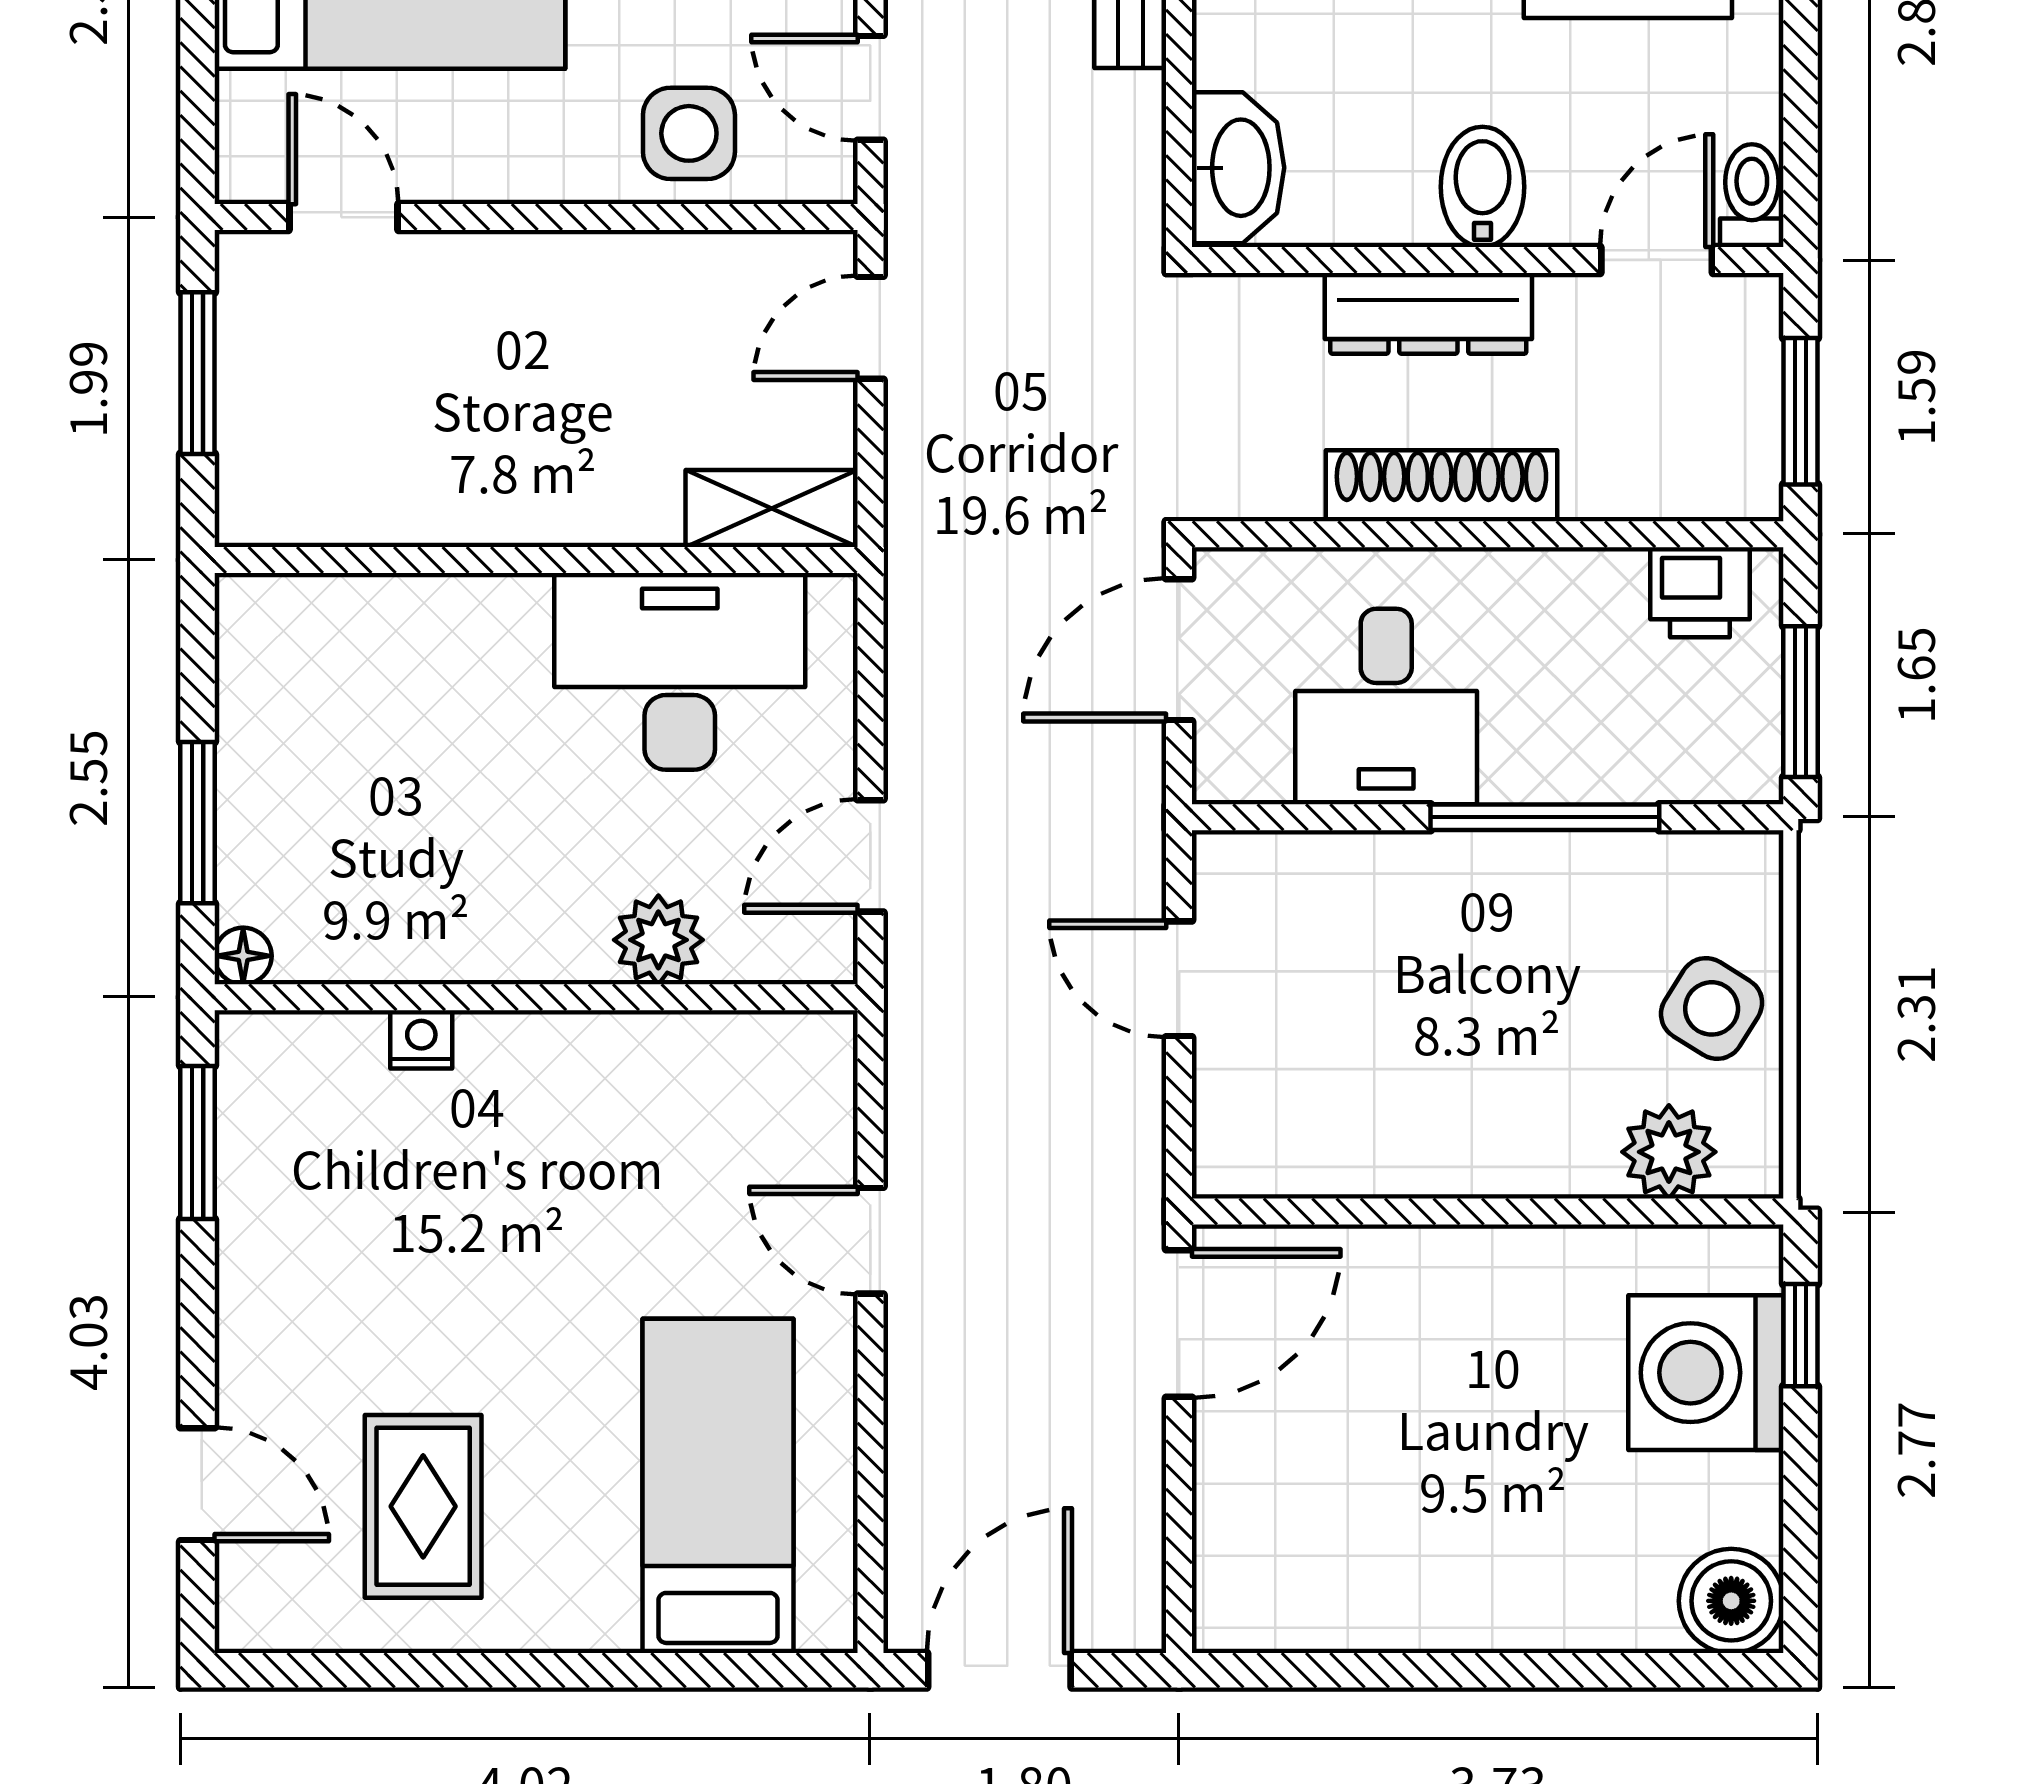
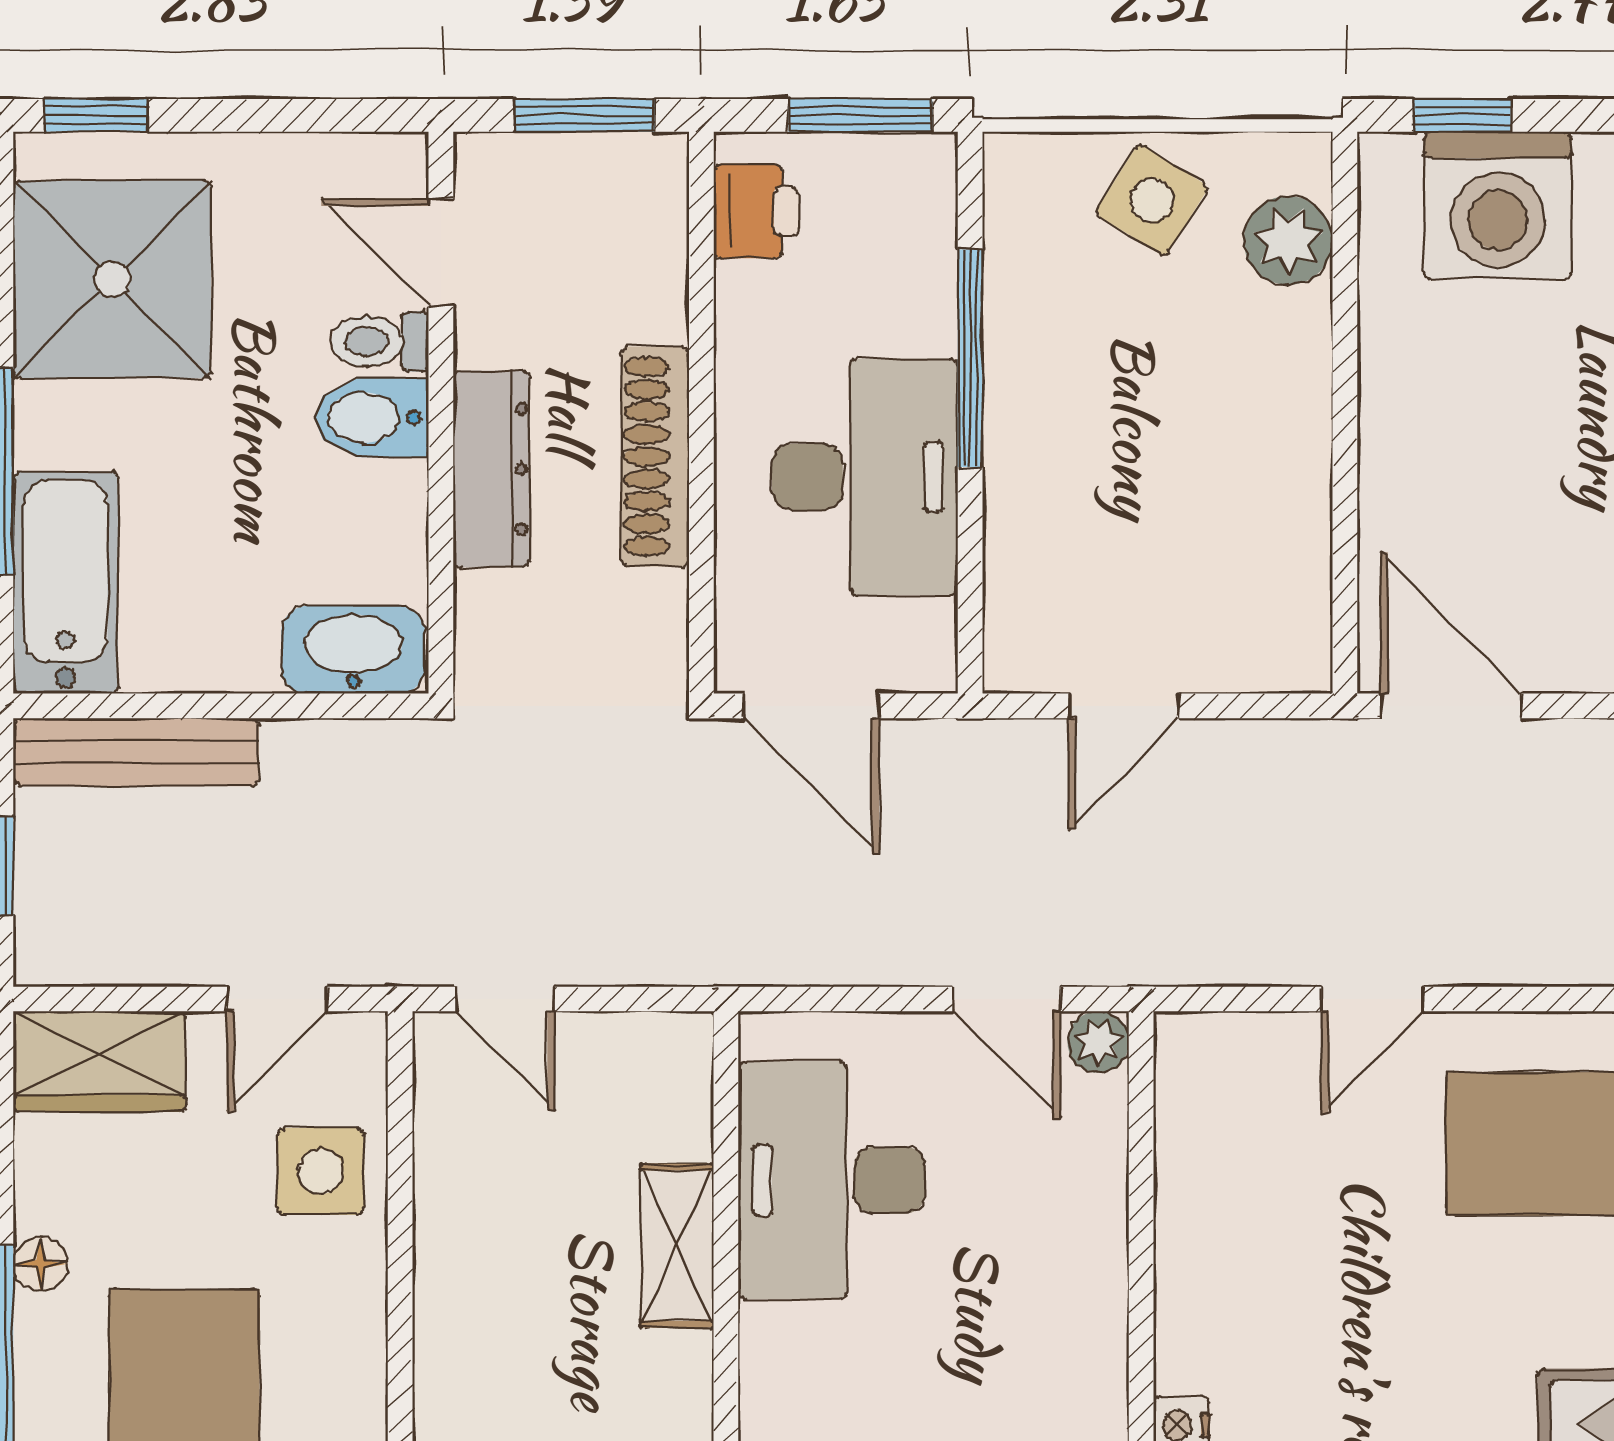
toilet: (1752, 196) -> (380, 341), moved
shelving: (772, 508) -> (677, 1246), moved
desk: (1386, 707) -> (865, 477), width x1.37
plant: (658, 940) -> (1098, 1042), moved, width x0.73, depth x0.73

